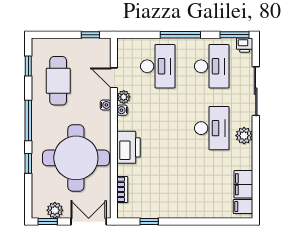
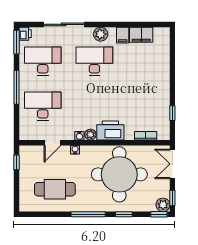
window: (28, 66) -> (159, 214), moved
plant: (124, 97) -> (90, 135), moved
filing cabinet: (243, 207) -> (123, 35), moved
plant: (55, 210) -> (163, 205), moved

